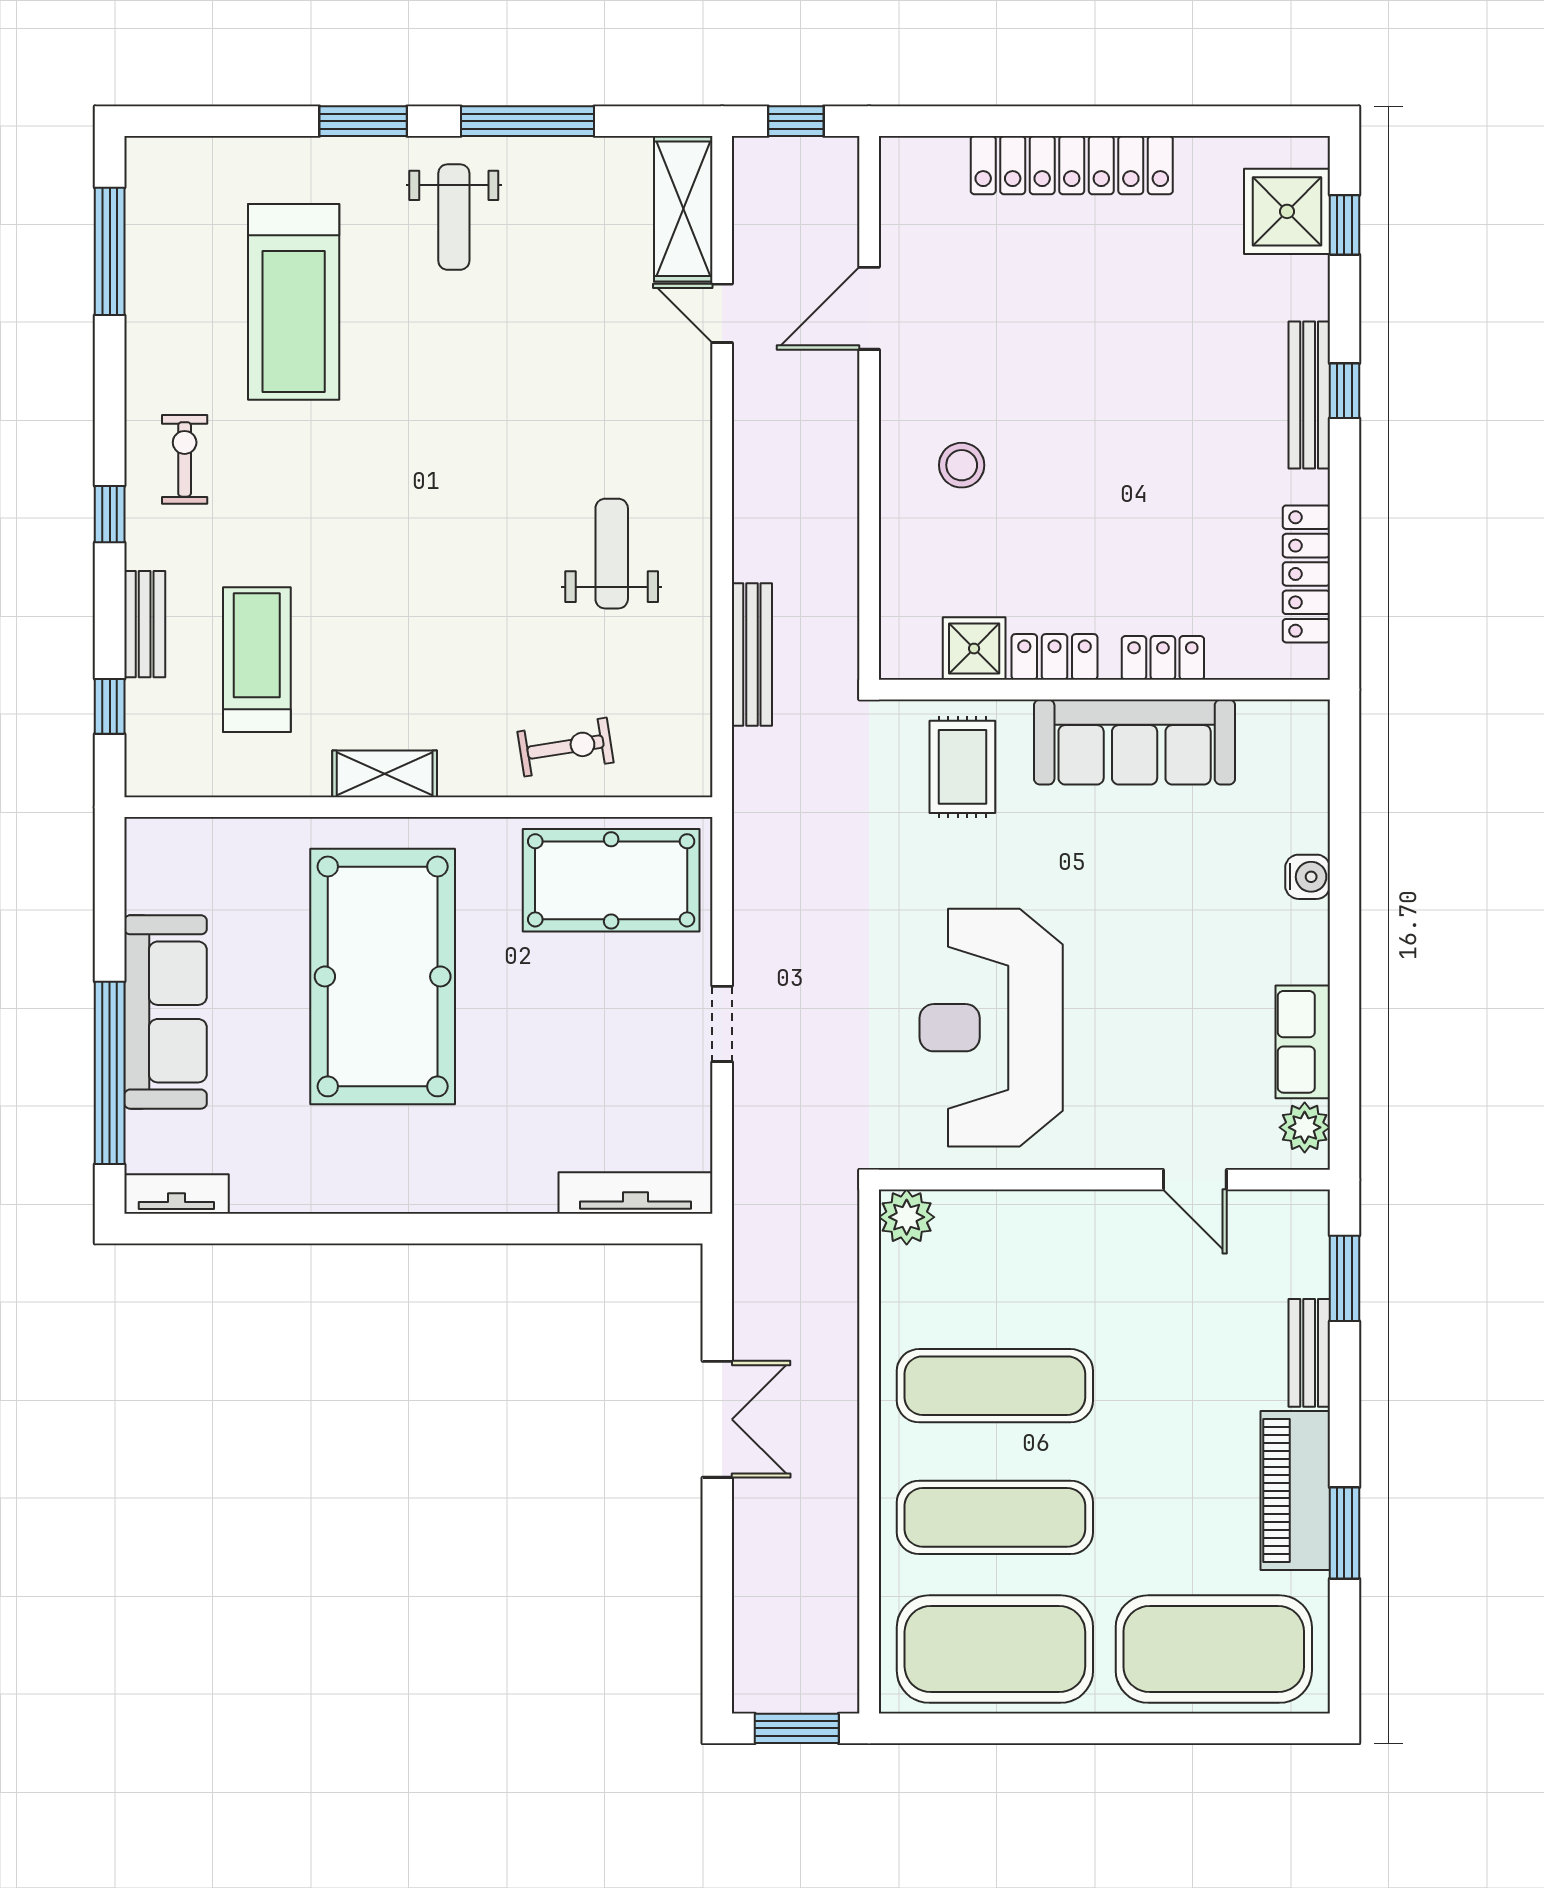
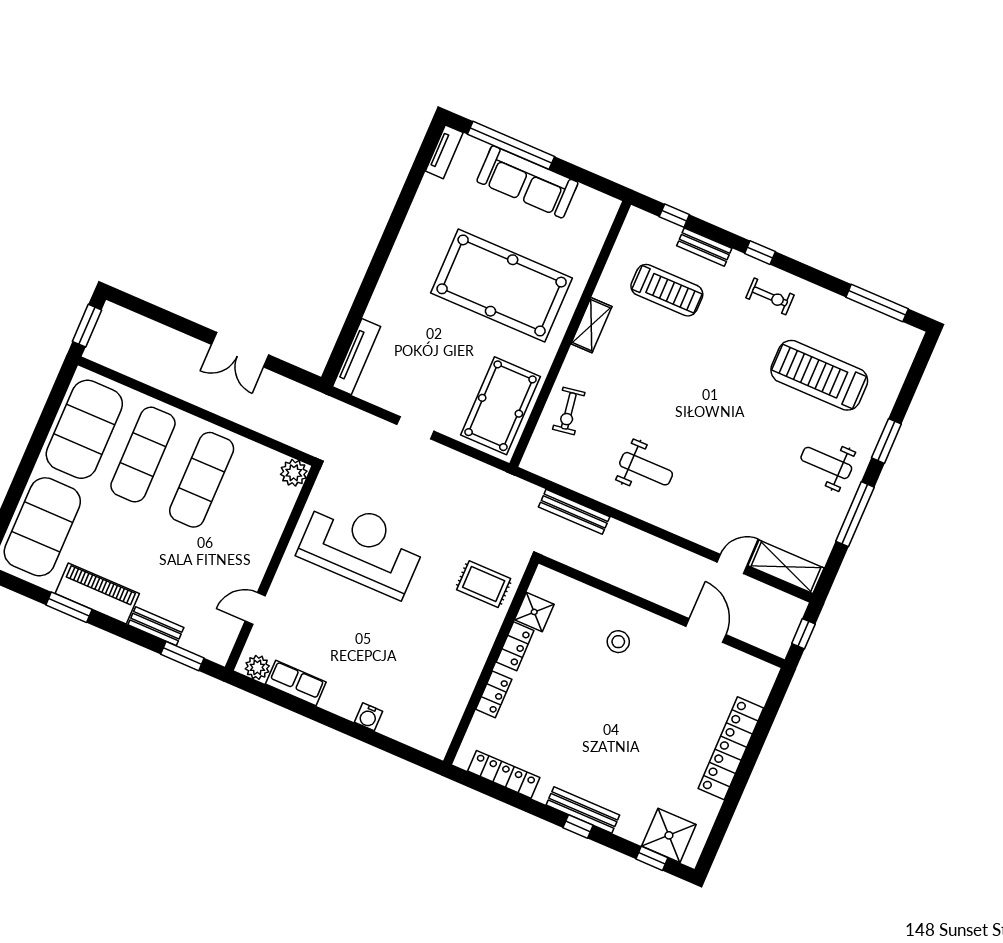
sofa: (1135, 742) -> (462, 666), removed

